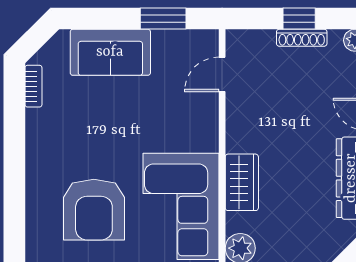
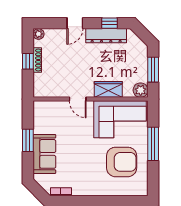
window: (163, 18) -> (28, 140), moved
door: (222, 74) -> (78, 99), moved

